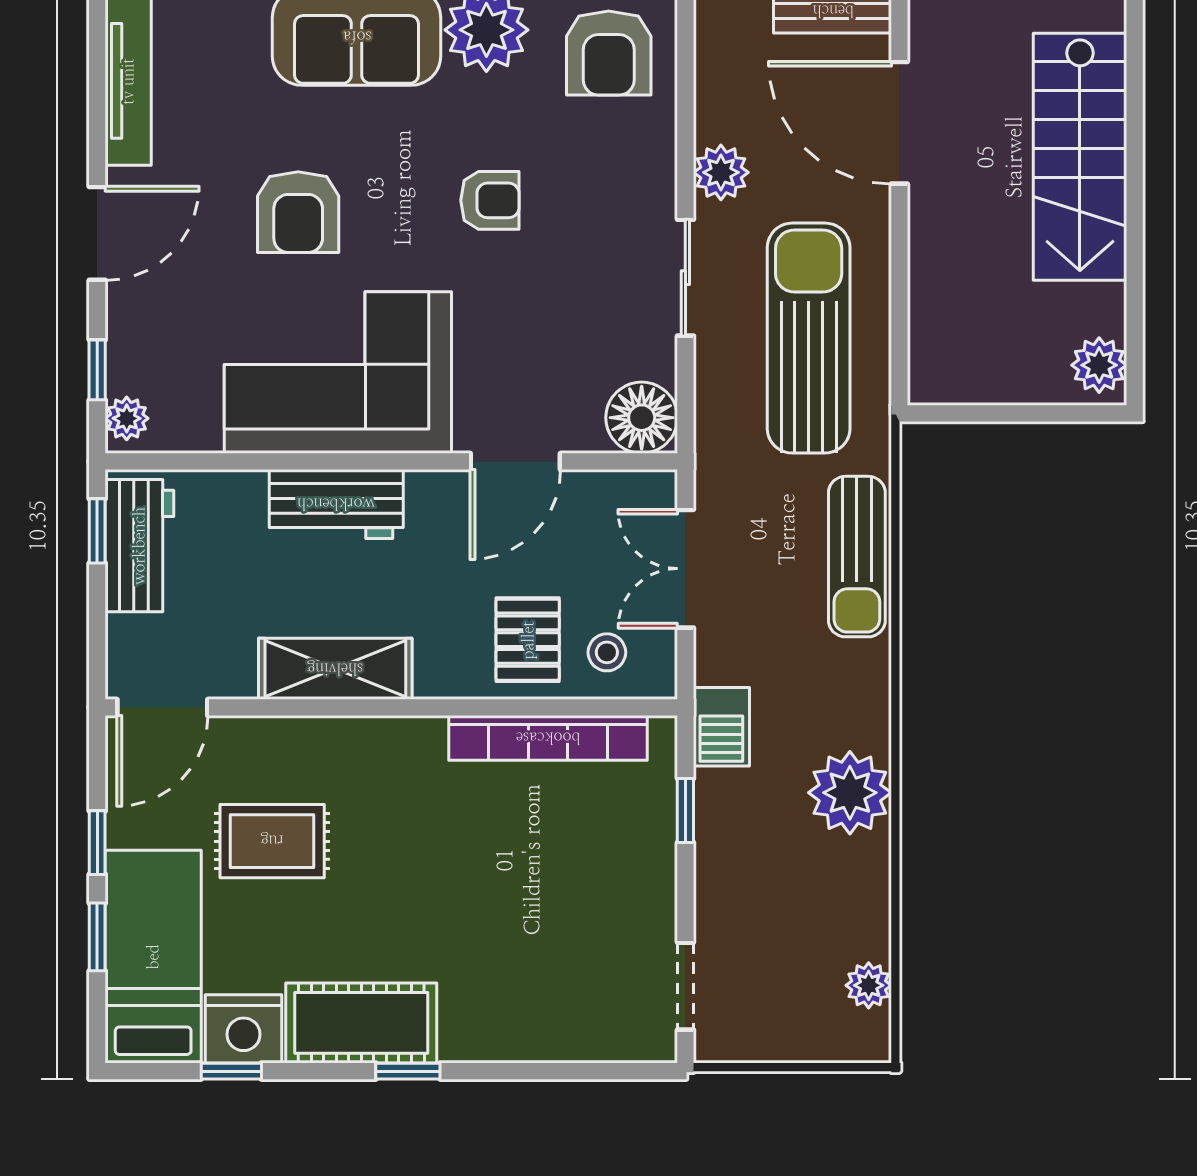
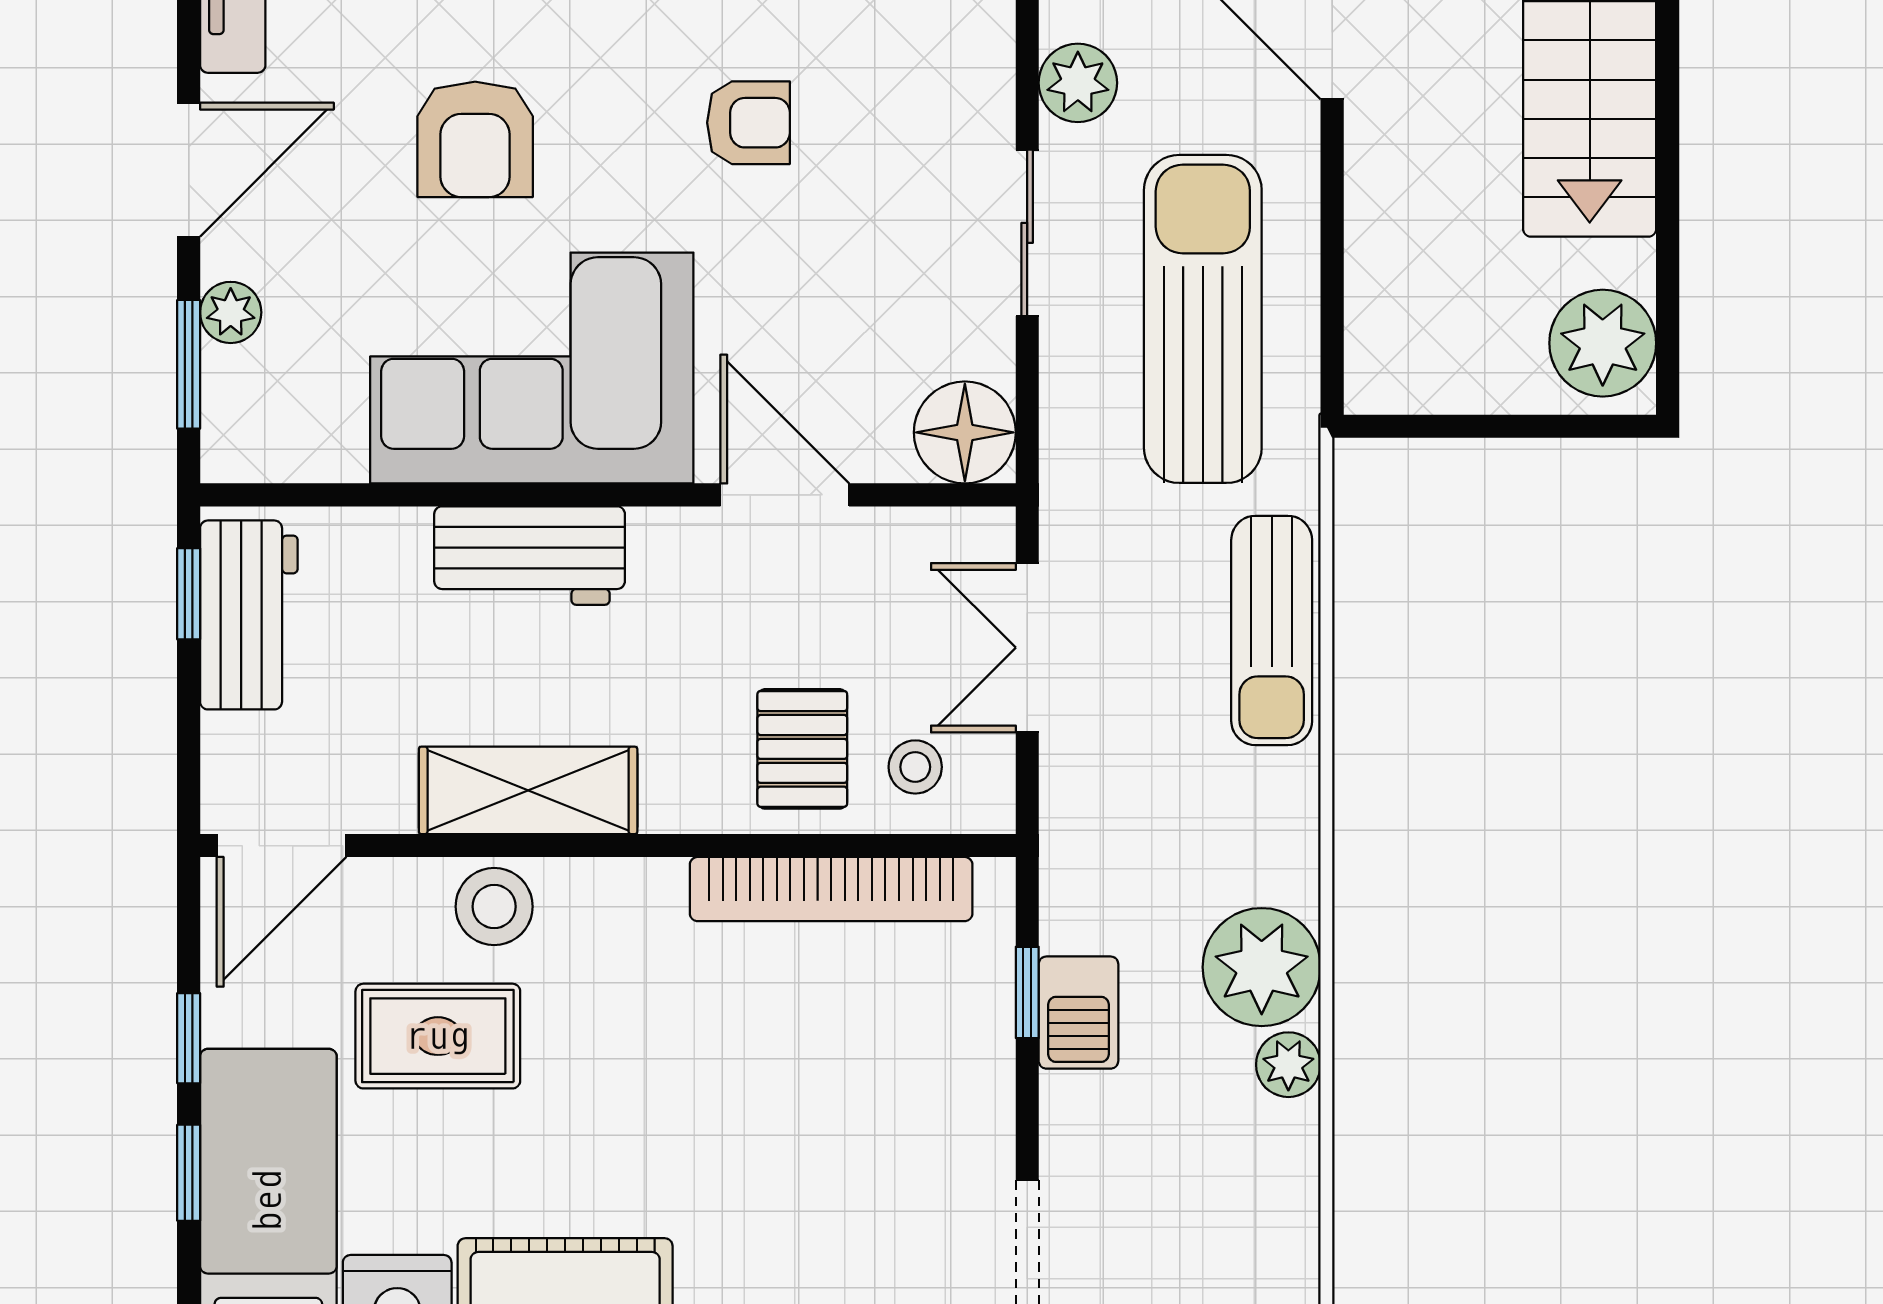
plant: (1099, 365) -> (1603, 343), width x1.36, depth x1.36
window: (97, 370) -> (189, 364), width x1.50
plant: (127, 418) -> (231, 312), moved
door: (515, 461) -> (785, 495), swing flipped
barbecue: (721, 727) -> (1078, 1013), moved
stool: (312, 750) -> (494, 907), added
plant: (869, 985) -> (1288, 1065), moved

